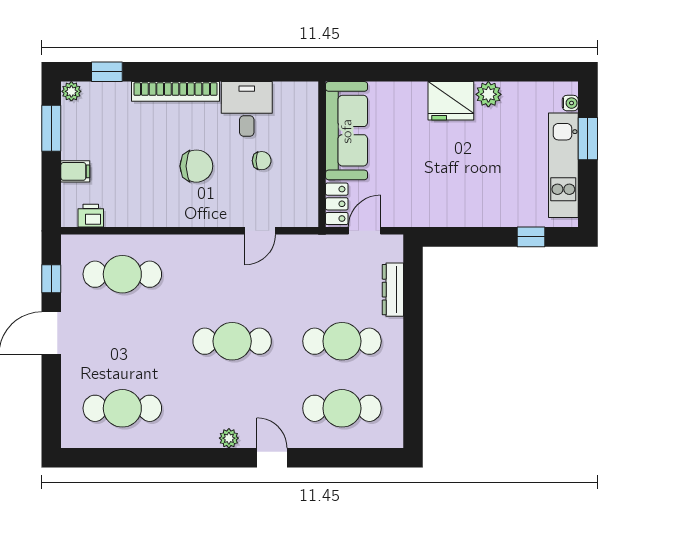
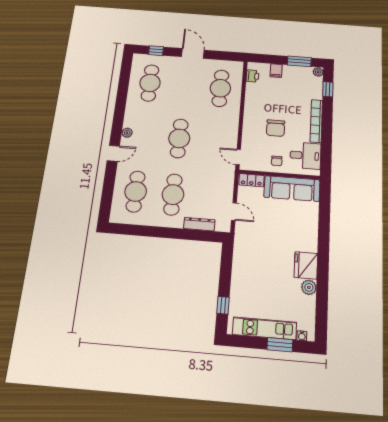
sofa: (347, 131) -> (292, 188), moved
wall: (322, 154) -> (279, 175), moved
locker: (337, 204) -> (251, 180), moved
window: (51, 279) -> (156, 51), moved

